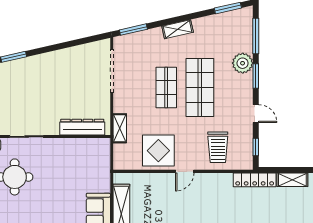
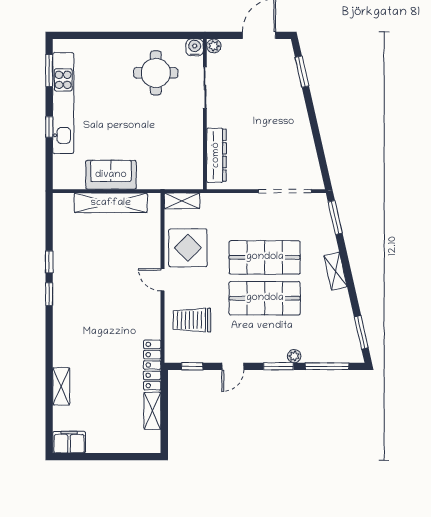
plant: (243, 63) -> (294, 356), width x0.53, depth x0.53
shop shelf: (166, 87) -> (265, 257), width x1.43, depth x1.36
shelving: (120, 128) -> (182, 201), moved

